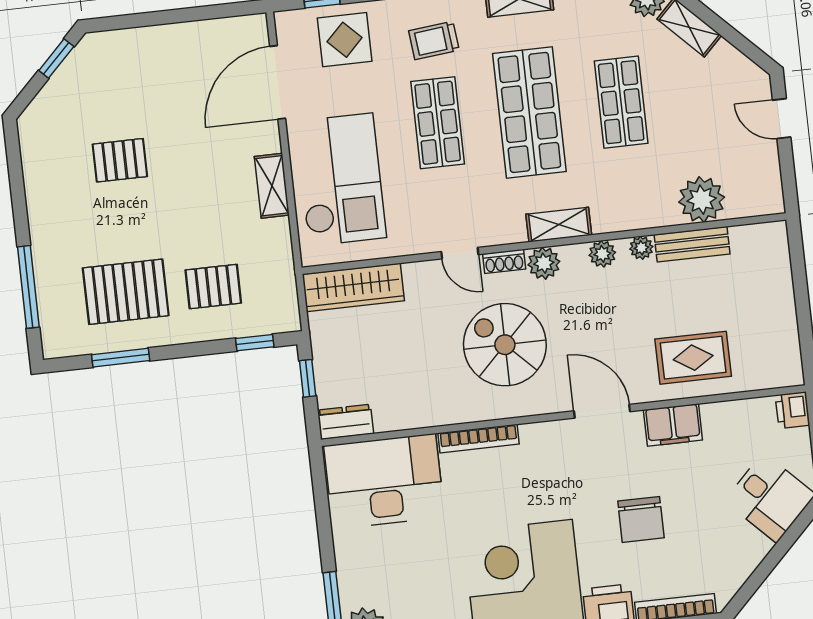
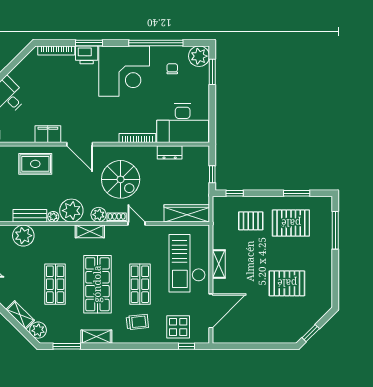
pallet: (120, 160) -> (287, 283), width x1.50, depth x1.42
plant: (602, 254) -> (71, 211), width x1.88, depth x1.88
dresser: (346, 422) -> (170, 152), moved
chair: (641, 519) -> (172, 69), moved, width x0.54, depth x0.54

